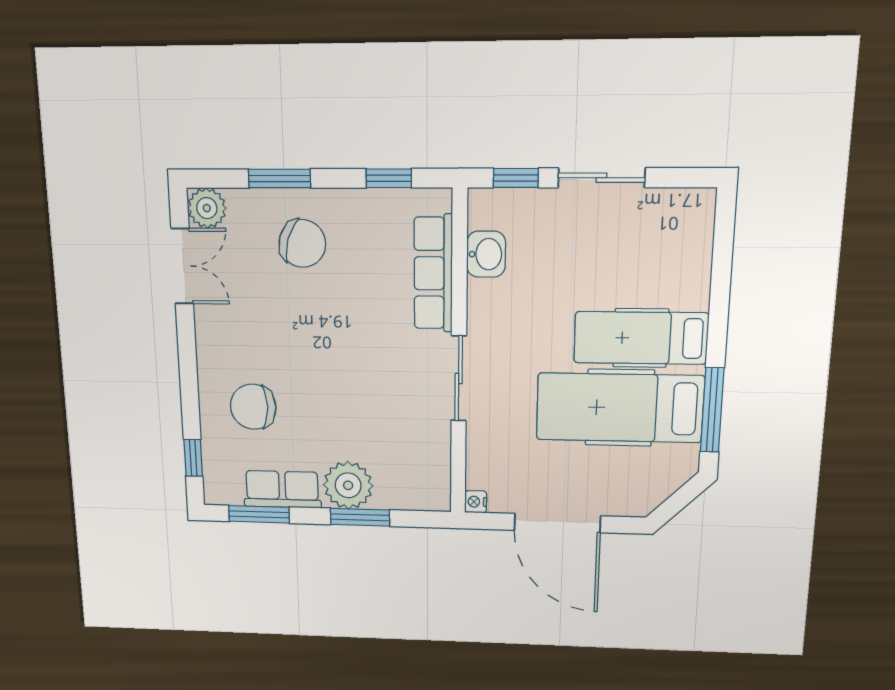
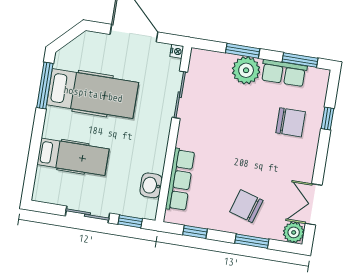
hospital bed: (641, 338) -> (73, 157), moved
sliding door: (459, 378) -> (180, 95), moved
window: (193, 458) -> (328, 118), moved

